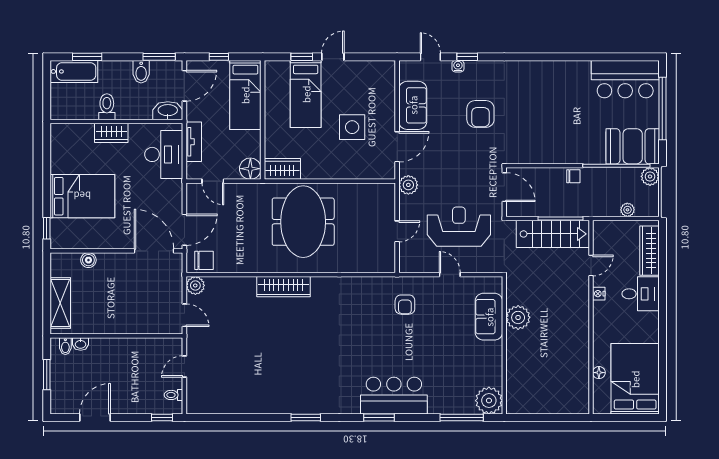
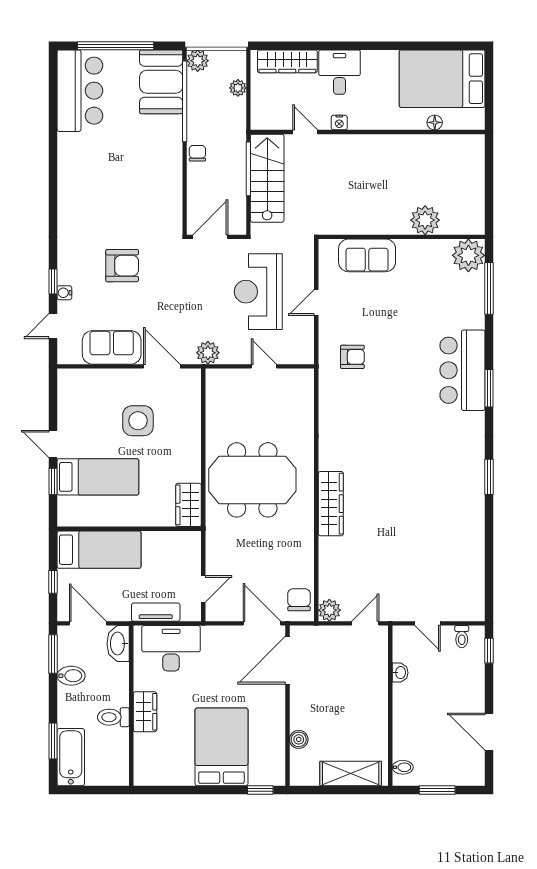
floor lamp: (250, 169) -> (188, 544), removed
plant: (518, 317) -> (425, 220), moved
washbasin: (81, 344) -> (400, 673), moved

